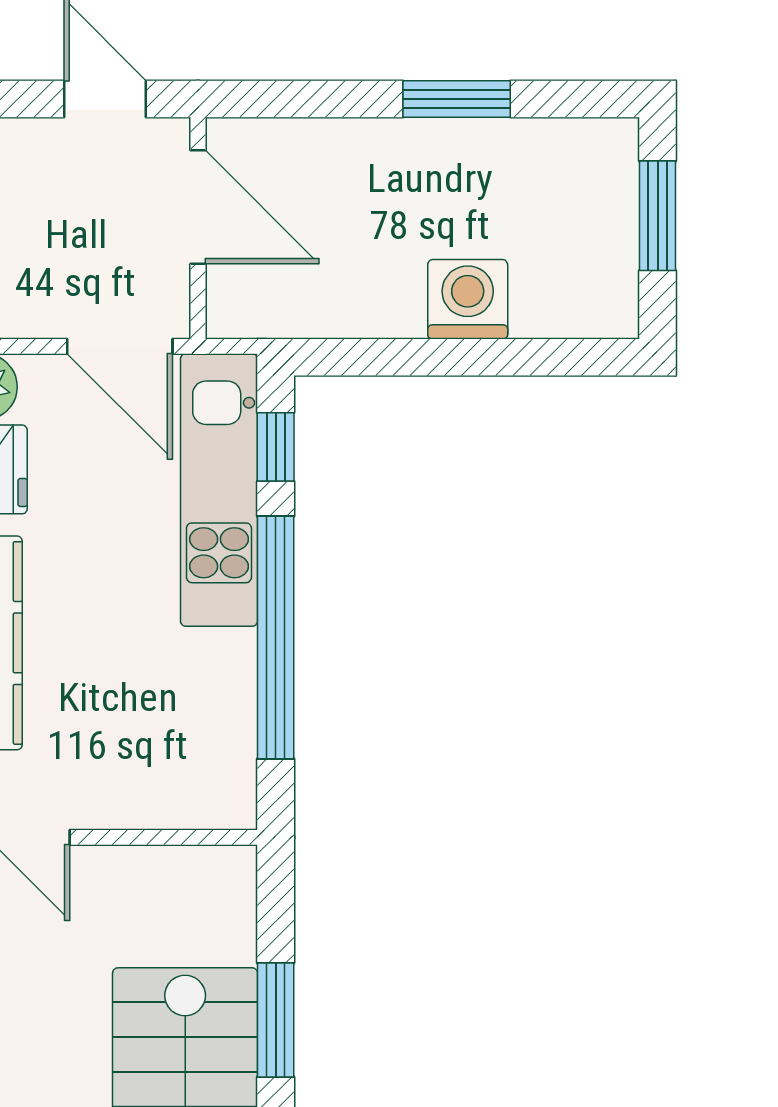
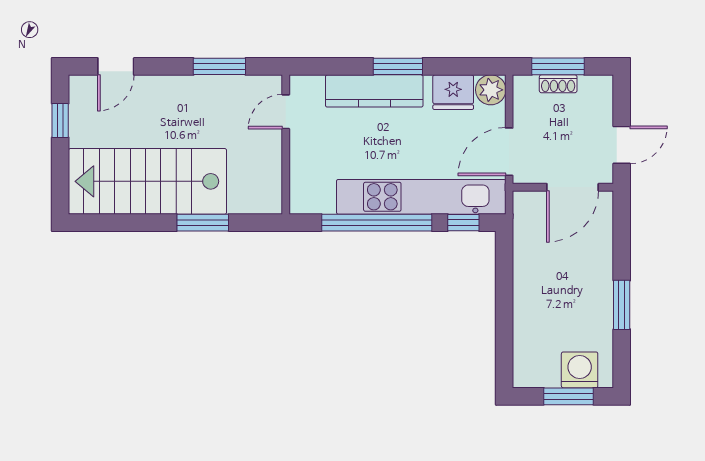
washing machine: (468, 299) -> (580, 370), moved, turned -90
kitchen unit: (219, 490) -> (421, 197), width x1.36

